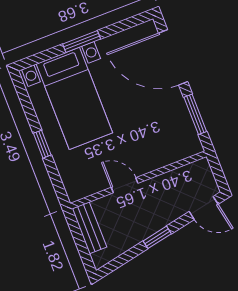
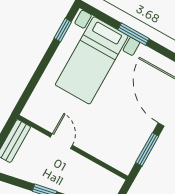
window: (42, 144) -> (63, 30), moved

